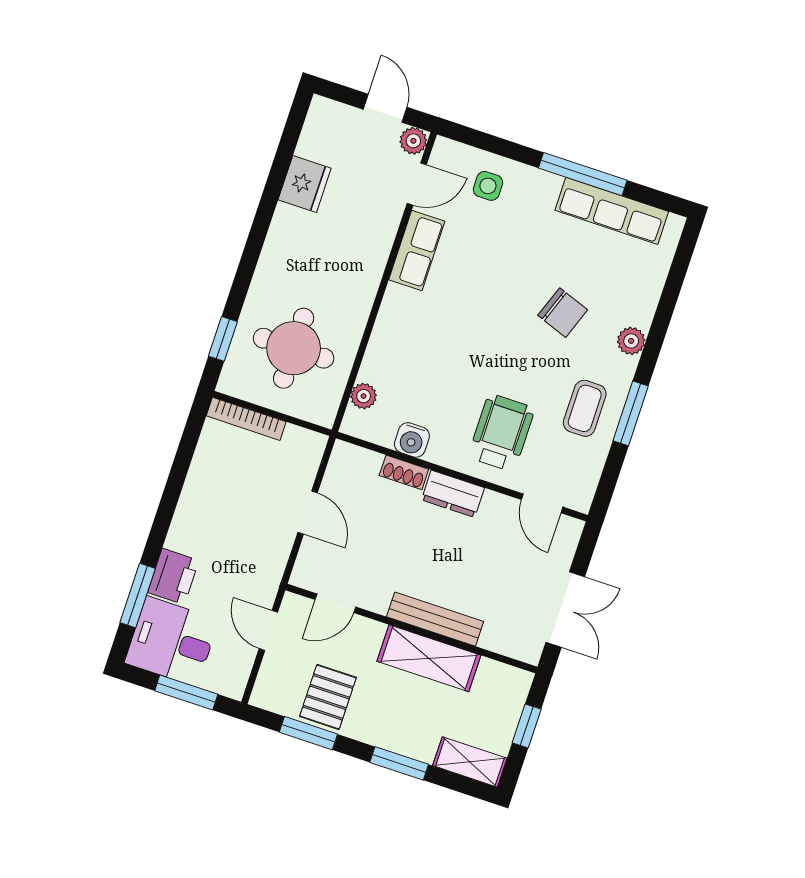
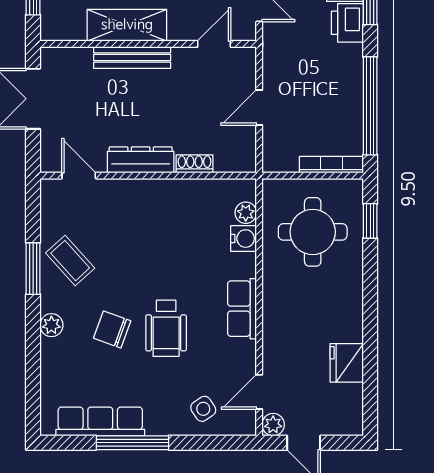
side table: (488, 186) -> (203, 409), turned -34
row of seats: (417, 250) -> (242, 309), moved
coffee table: (585, 408) -> (70, 261), turned -42
wheelchair: (501, 433) -> (166, 328), moved
water cooler: (412, 440) -> (244, 239), moved, turned 90
window: (179, 472) -> (370, 106), added
dresser: (453, 494) -> (141, 160), width x1.44
door: (308, 513) -> (259, 108), hinge flipped

